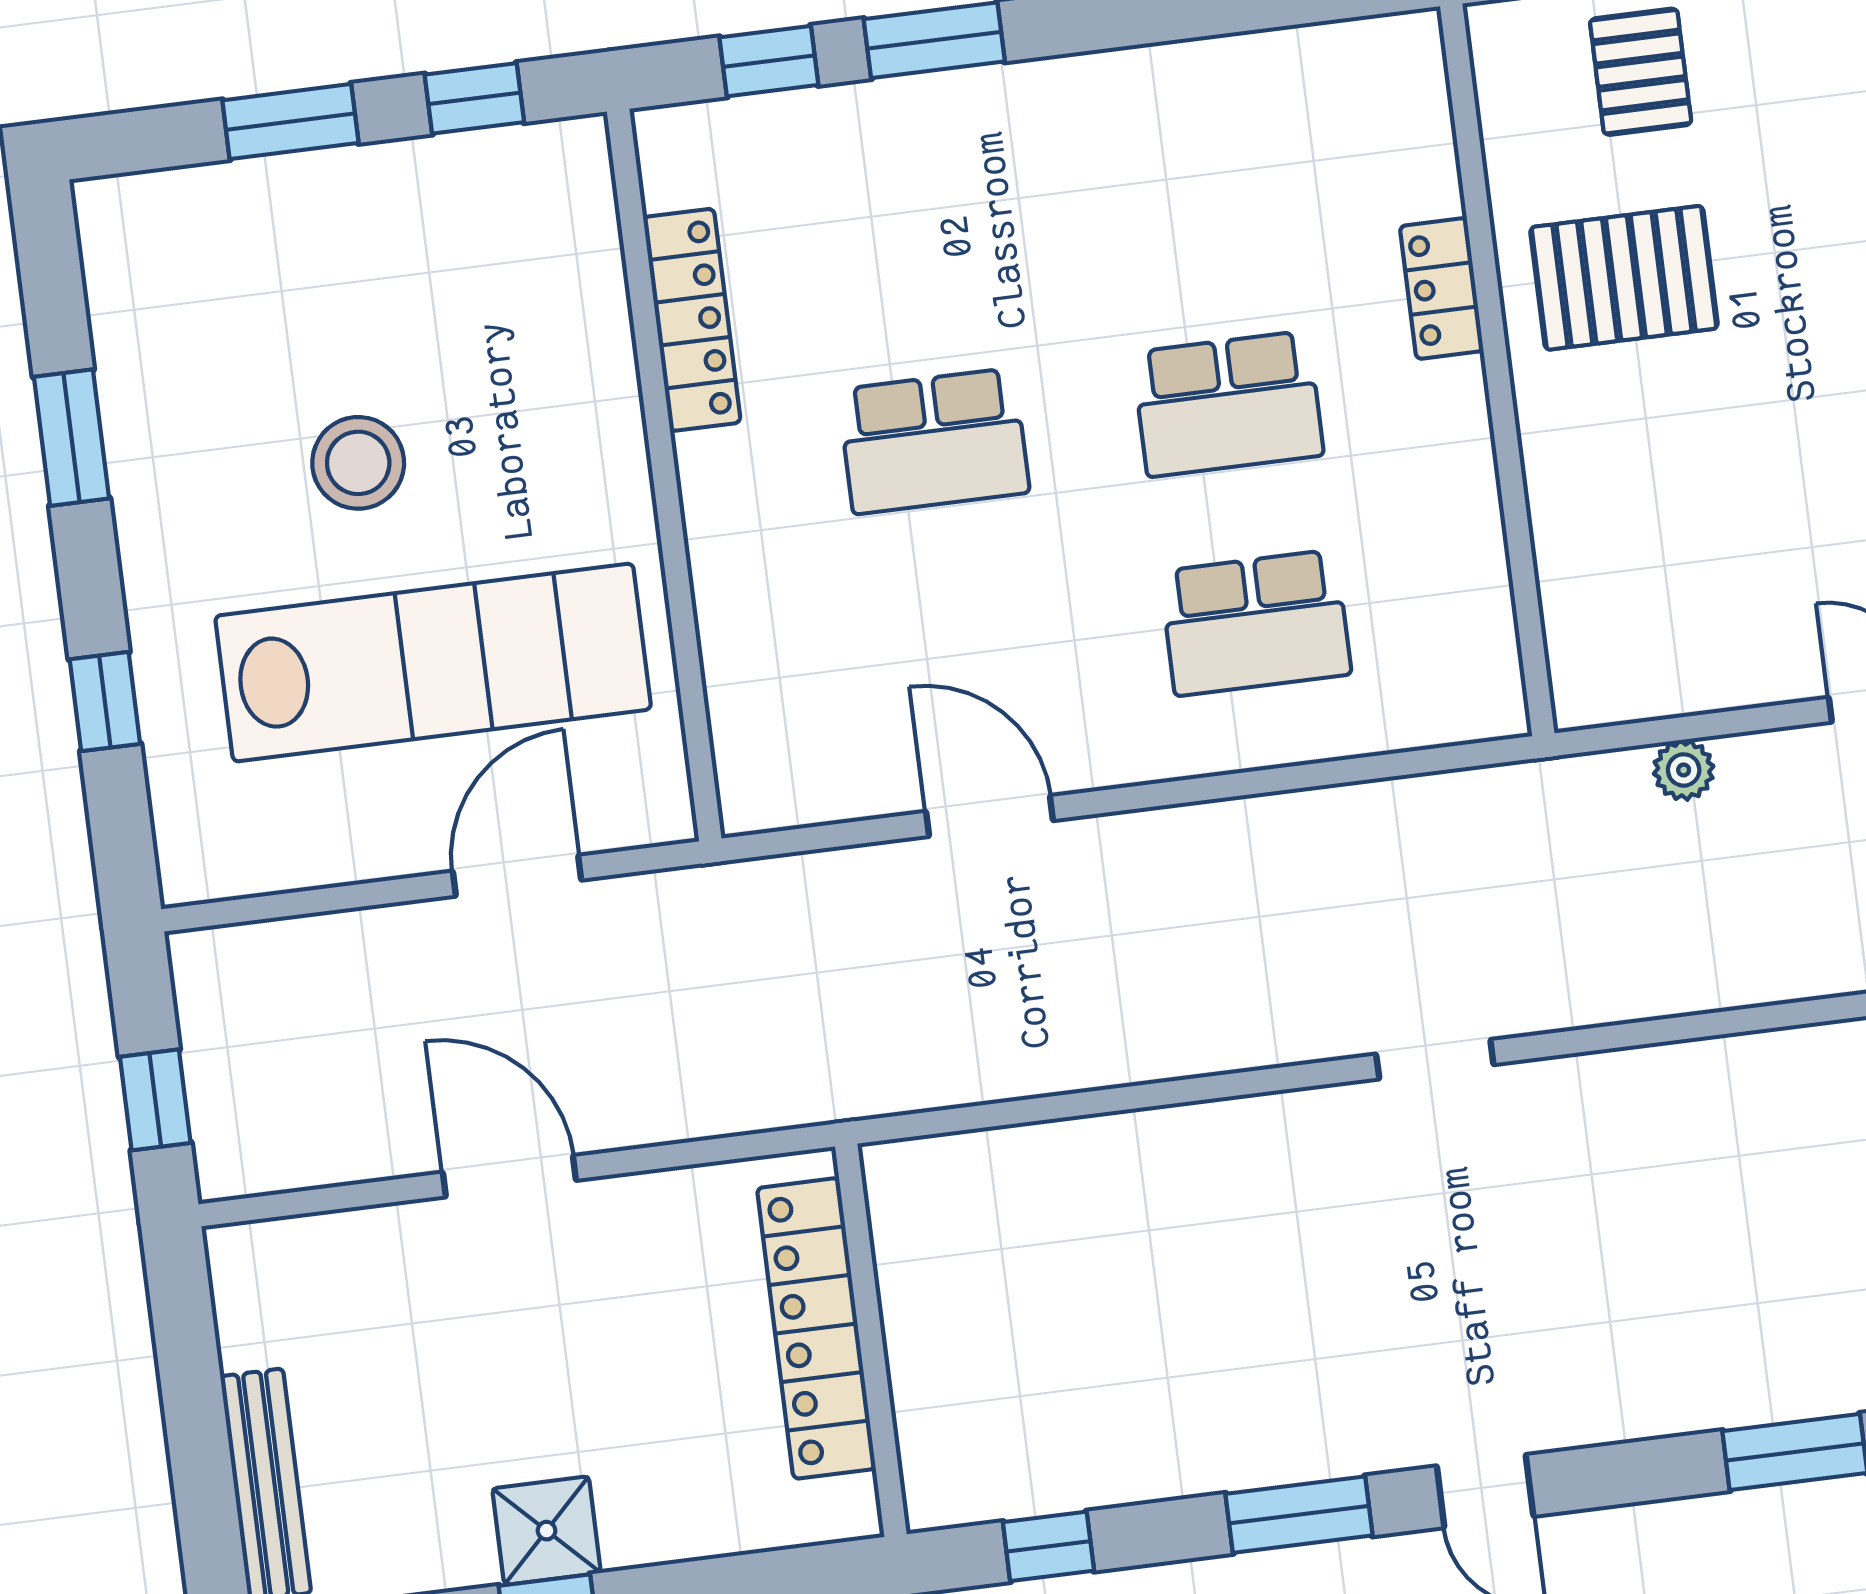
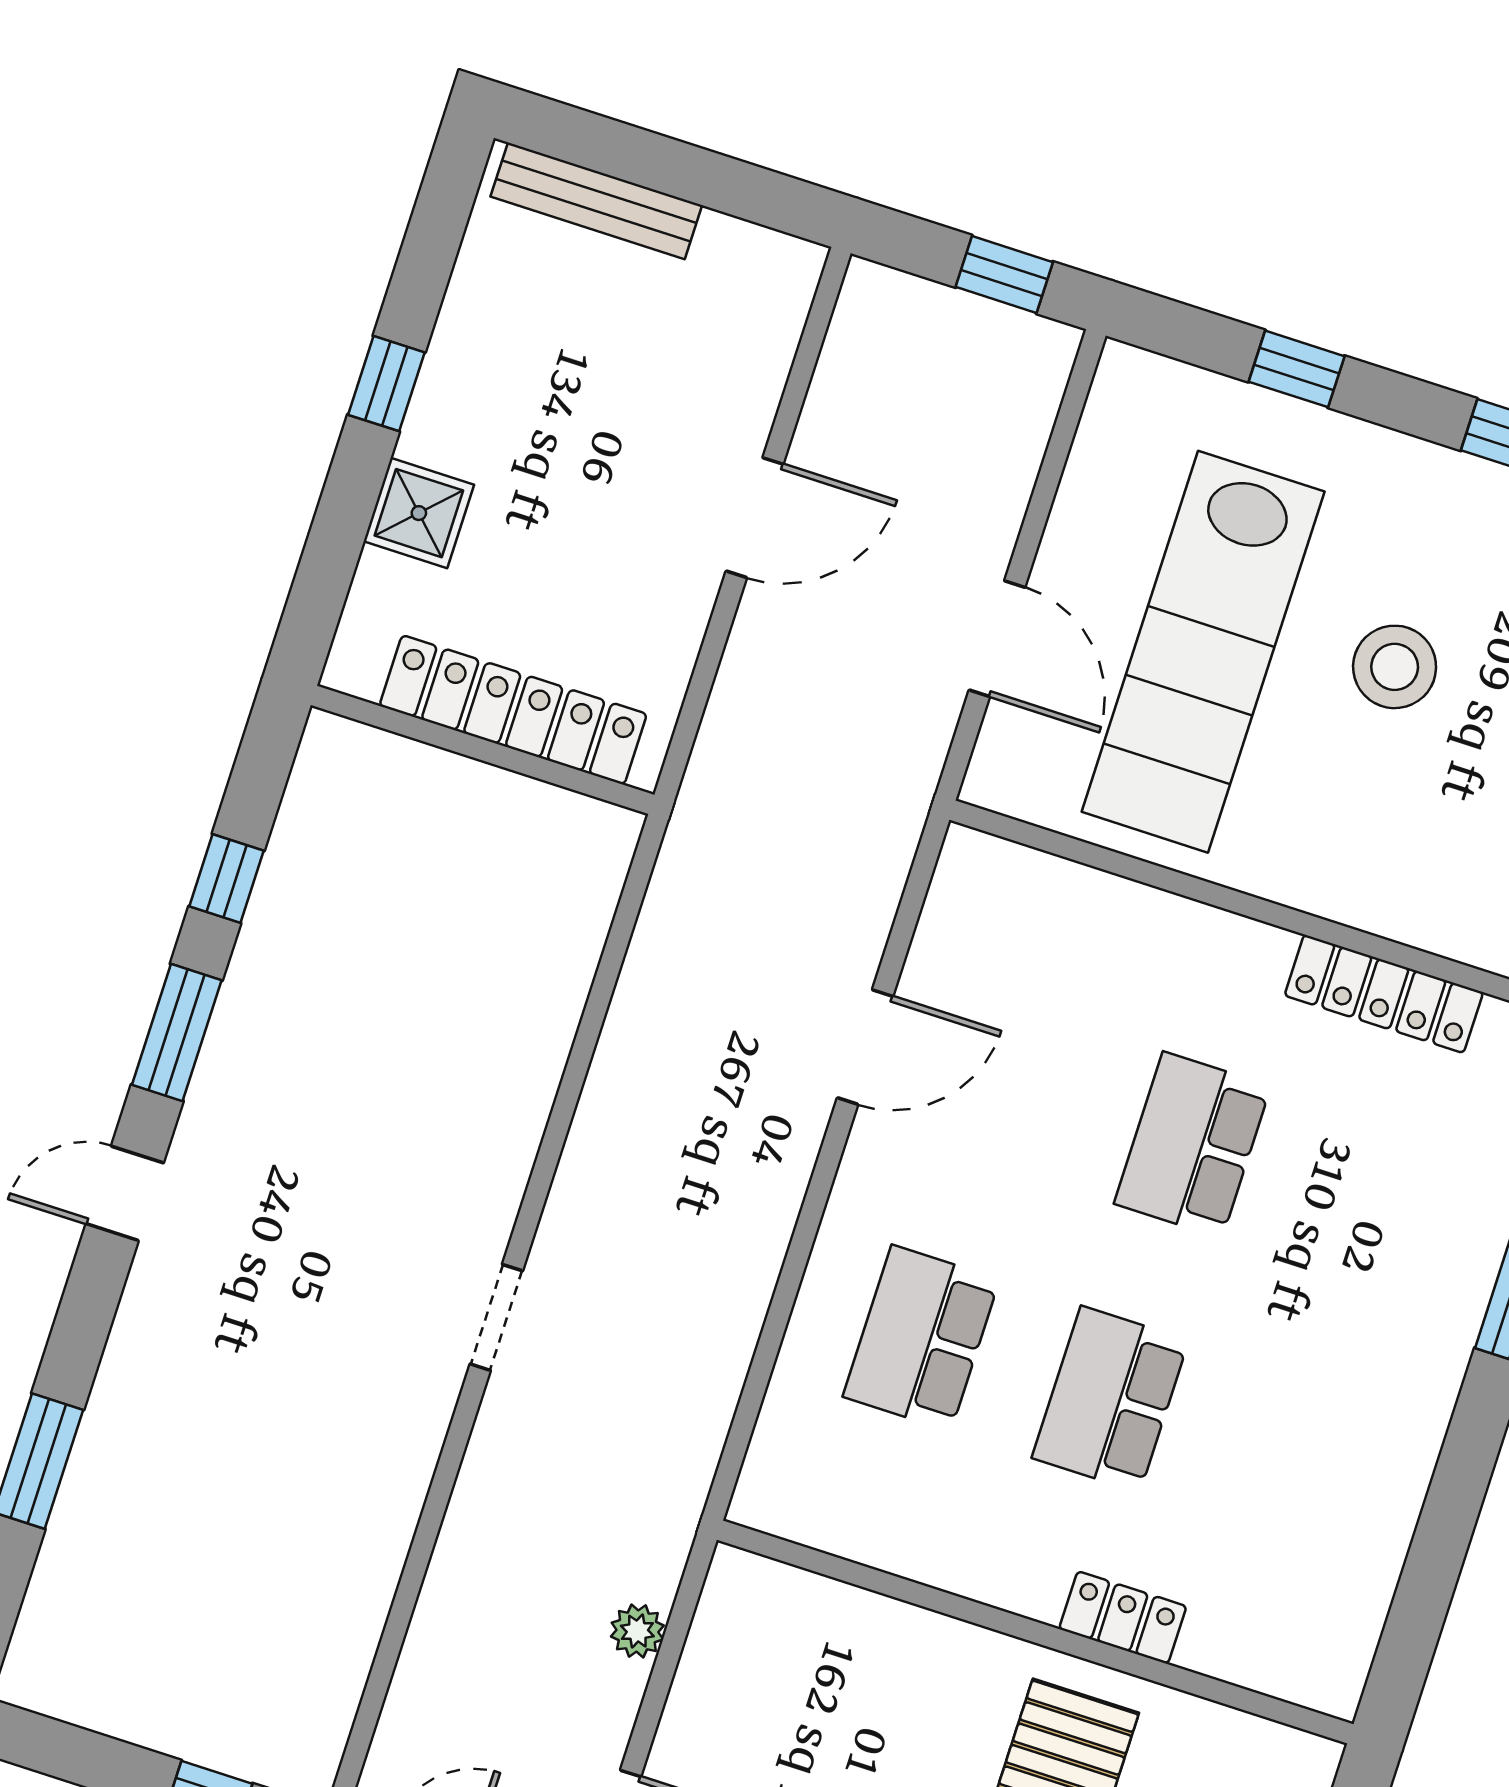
window: (155, 1100) -> (1004, 274), moved
shower: (547, 1531) -> (419, 513), moved
window: (1048, 1546) -> (226, 878), moved

